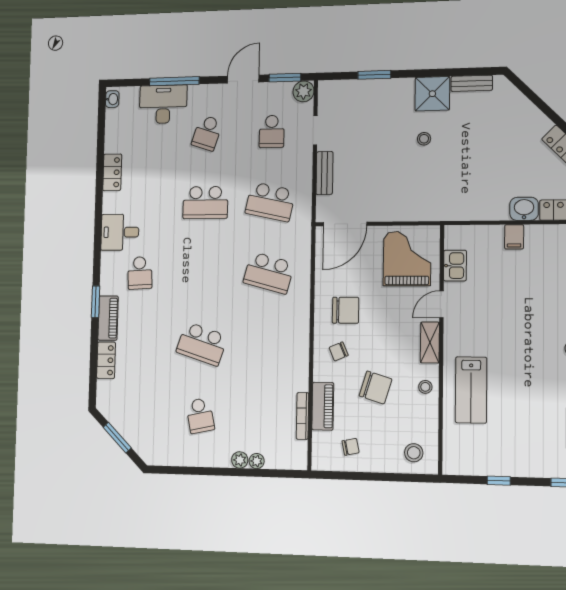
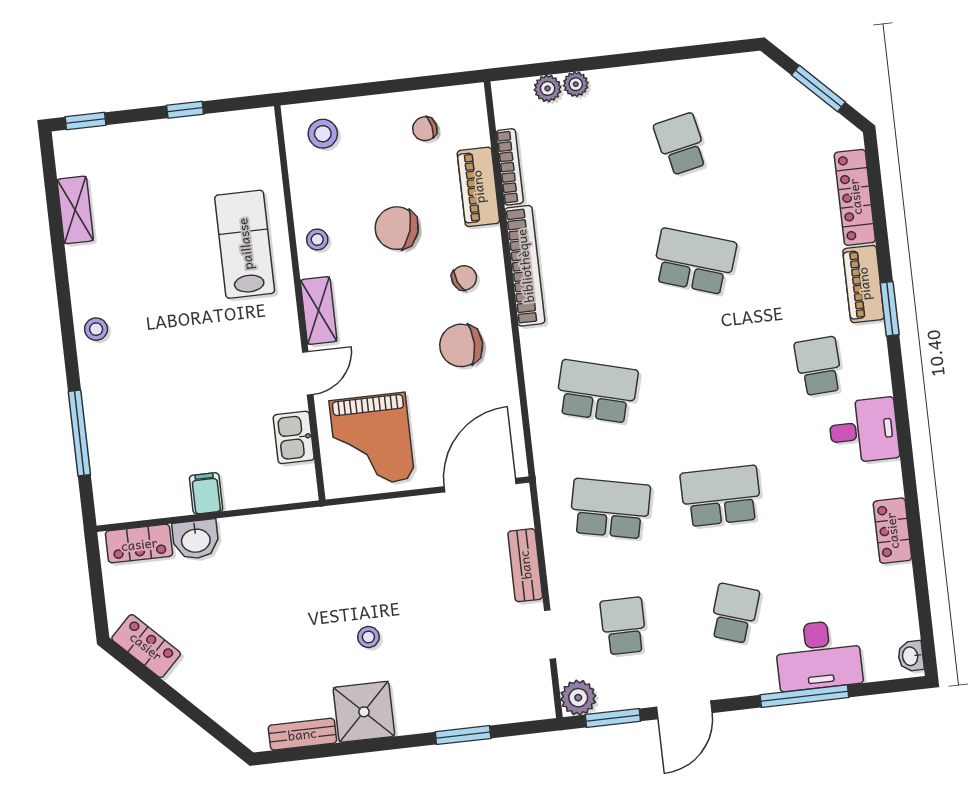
bookcase: (301, 354) -> (525, 266), added
locker: (106, 360) -> (855, 197), width x1.53
plant: (240, 460) -> (548, 88), moved

